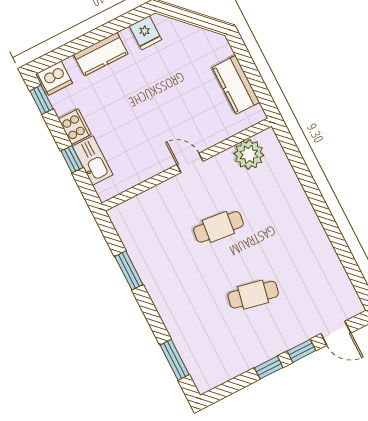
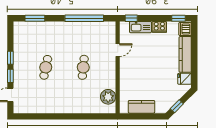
window: (202, 21) -> (177, 106), added
kitchen counter: (101, 54) -> (185, 54), width x1.50
window: (72, 159) -> (131, 18), moved
door: (190, 163) -> (118, 50), moved
window: (129, 270) -> (84, 18), width x2.11

